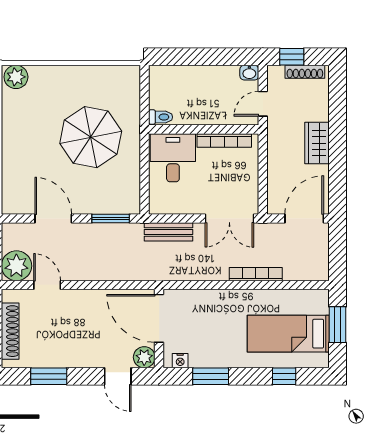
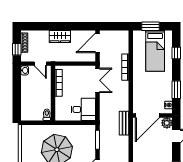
desk: (173, 158) -> (83, 109), moved, turned 180
door: (304, 219) -> (98, 43), hinge flipped
bench: (169, 232) -> (124, 123), moved

